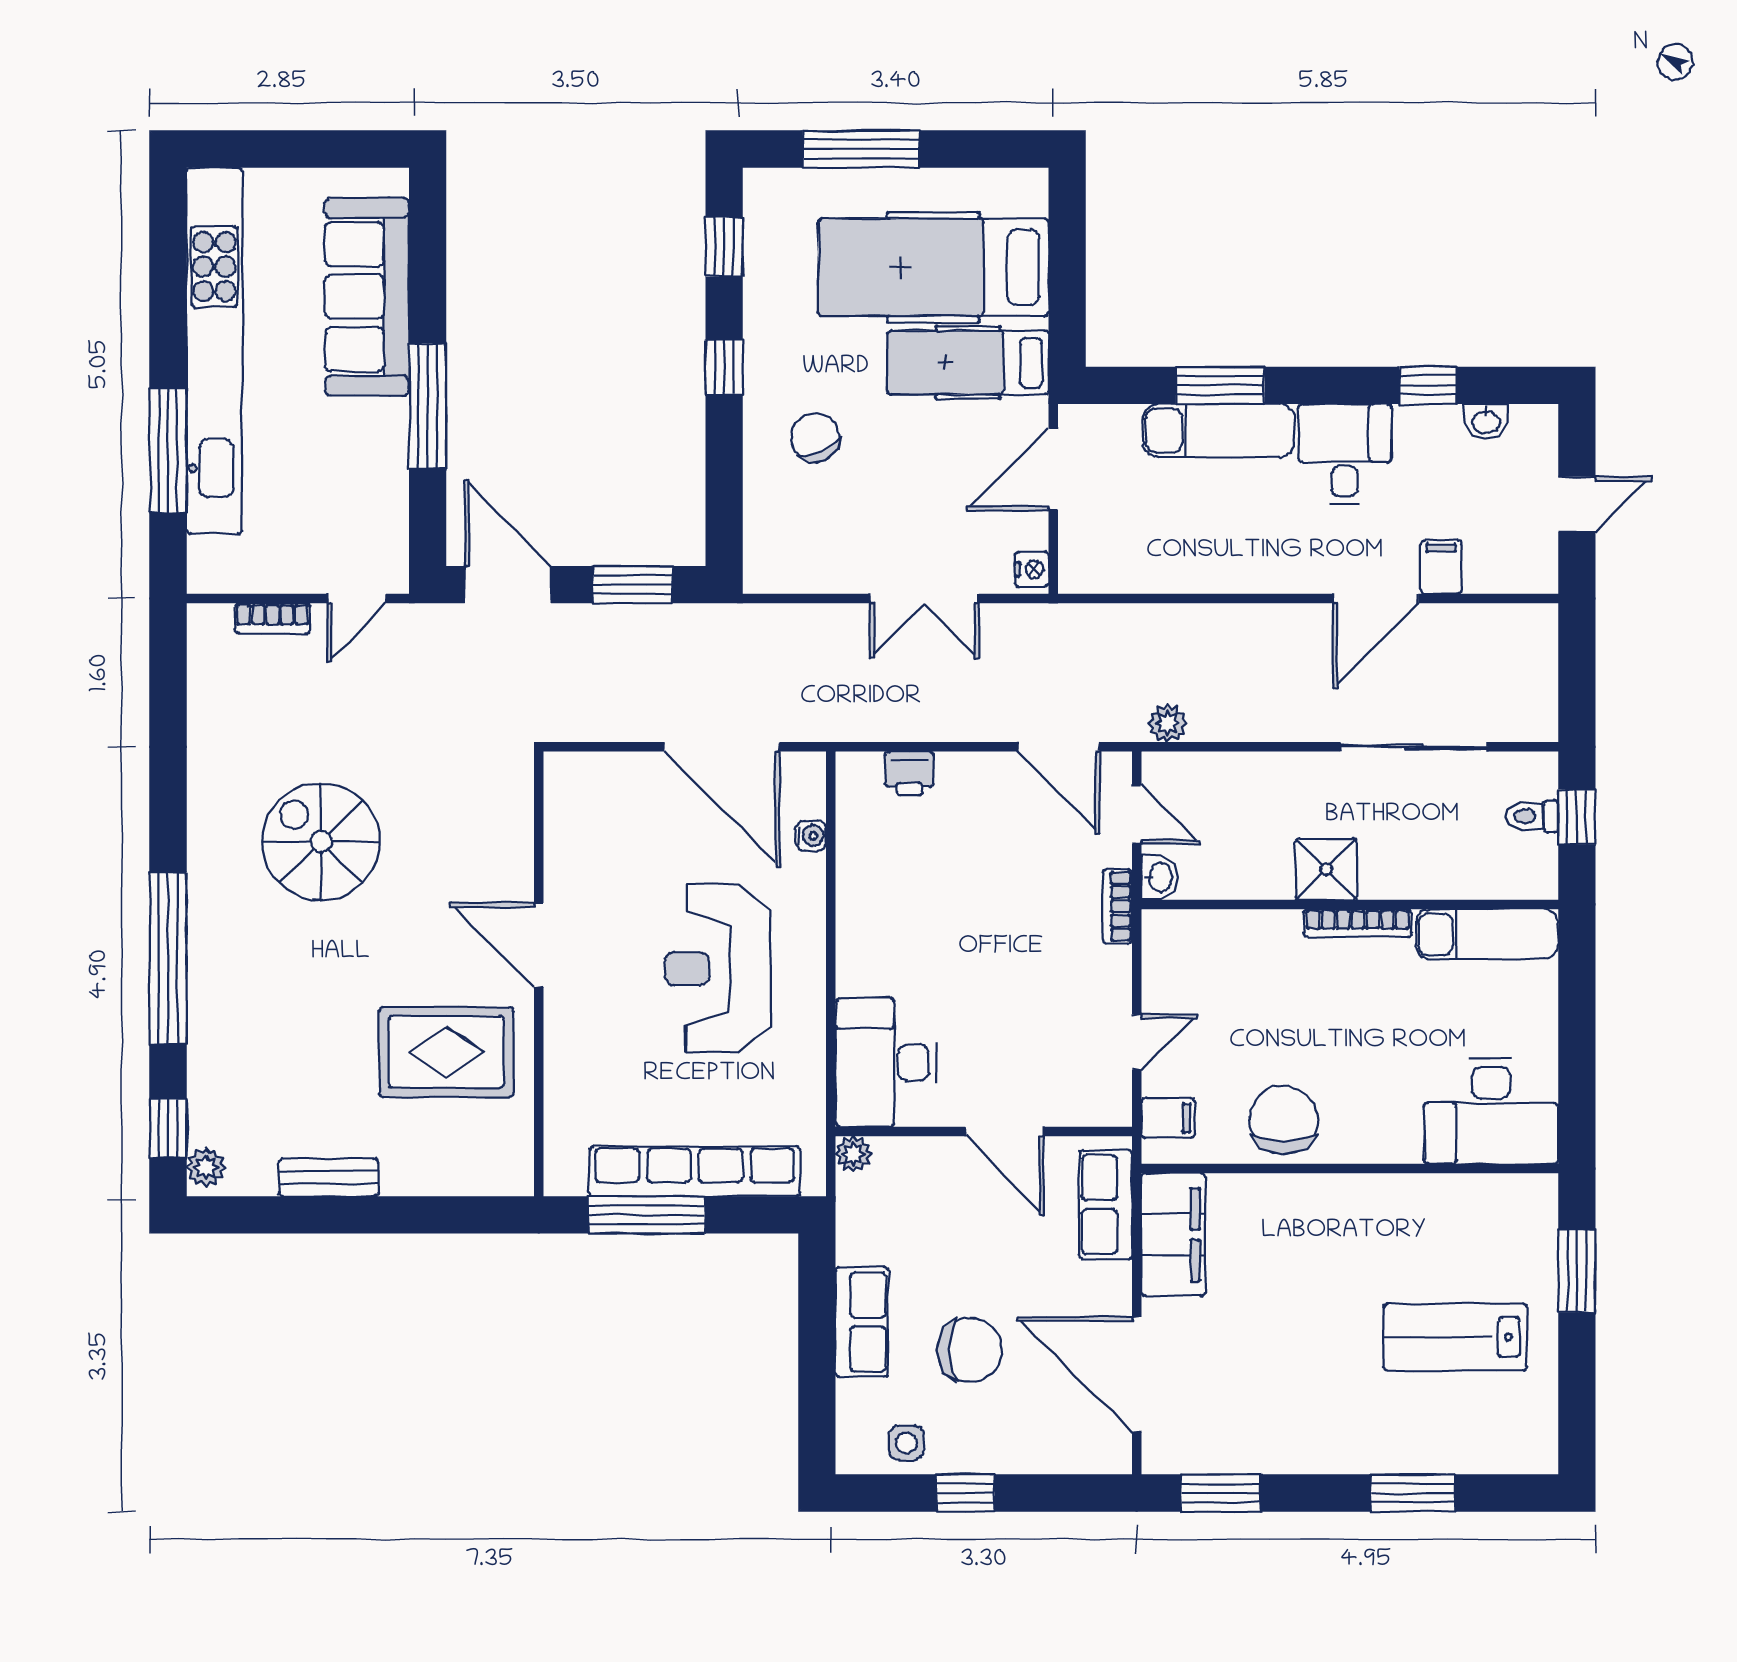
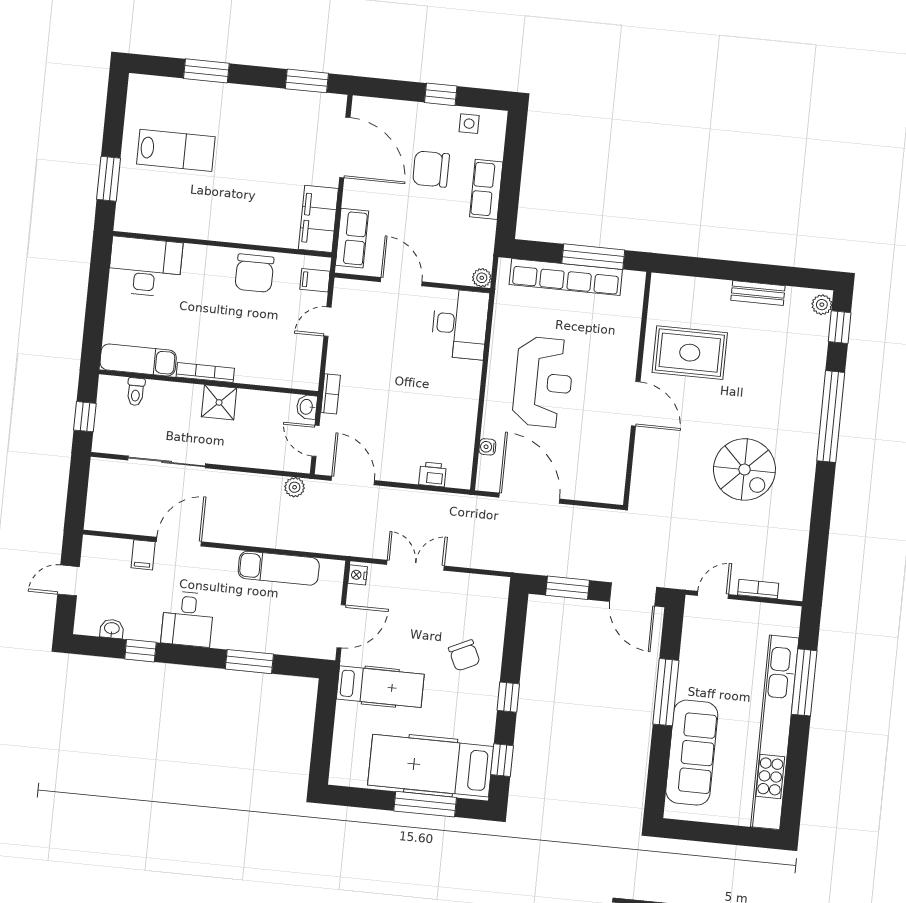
hospital bed: (933, 267) -> (431, 766), moved, turned 180
exam couch: (1219, 430) -> (279, 568), moved, turned 180
toilet: (1532, 816) -> (136, 392), moved, turned 90

